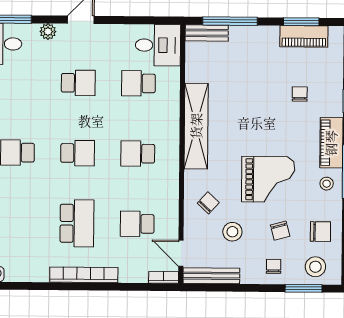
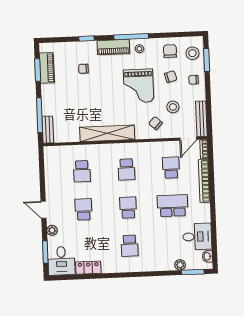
desk: (158, 45) -> (197, 237), moved, turned 90
grand piano: (268, 179) -> (139, 86), turned 180
school desk: (137, 224) -> (171, 168), turned 180
bookcase: (84, 275) -> (204, 181), moved

